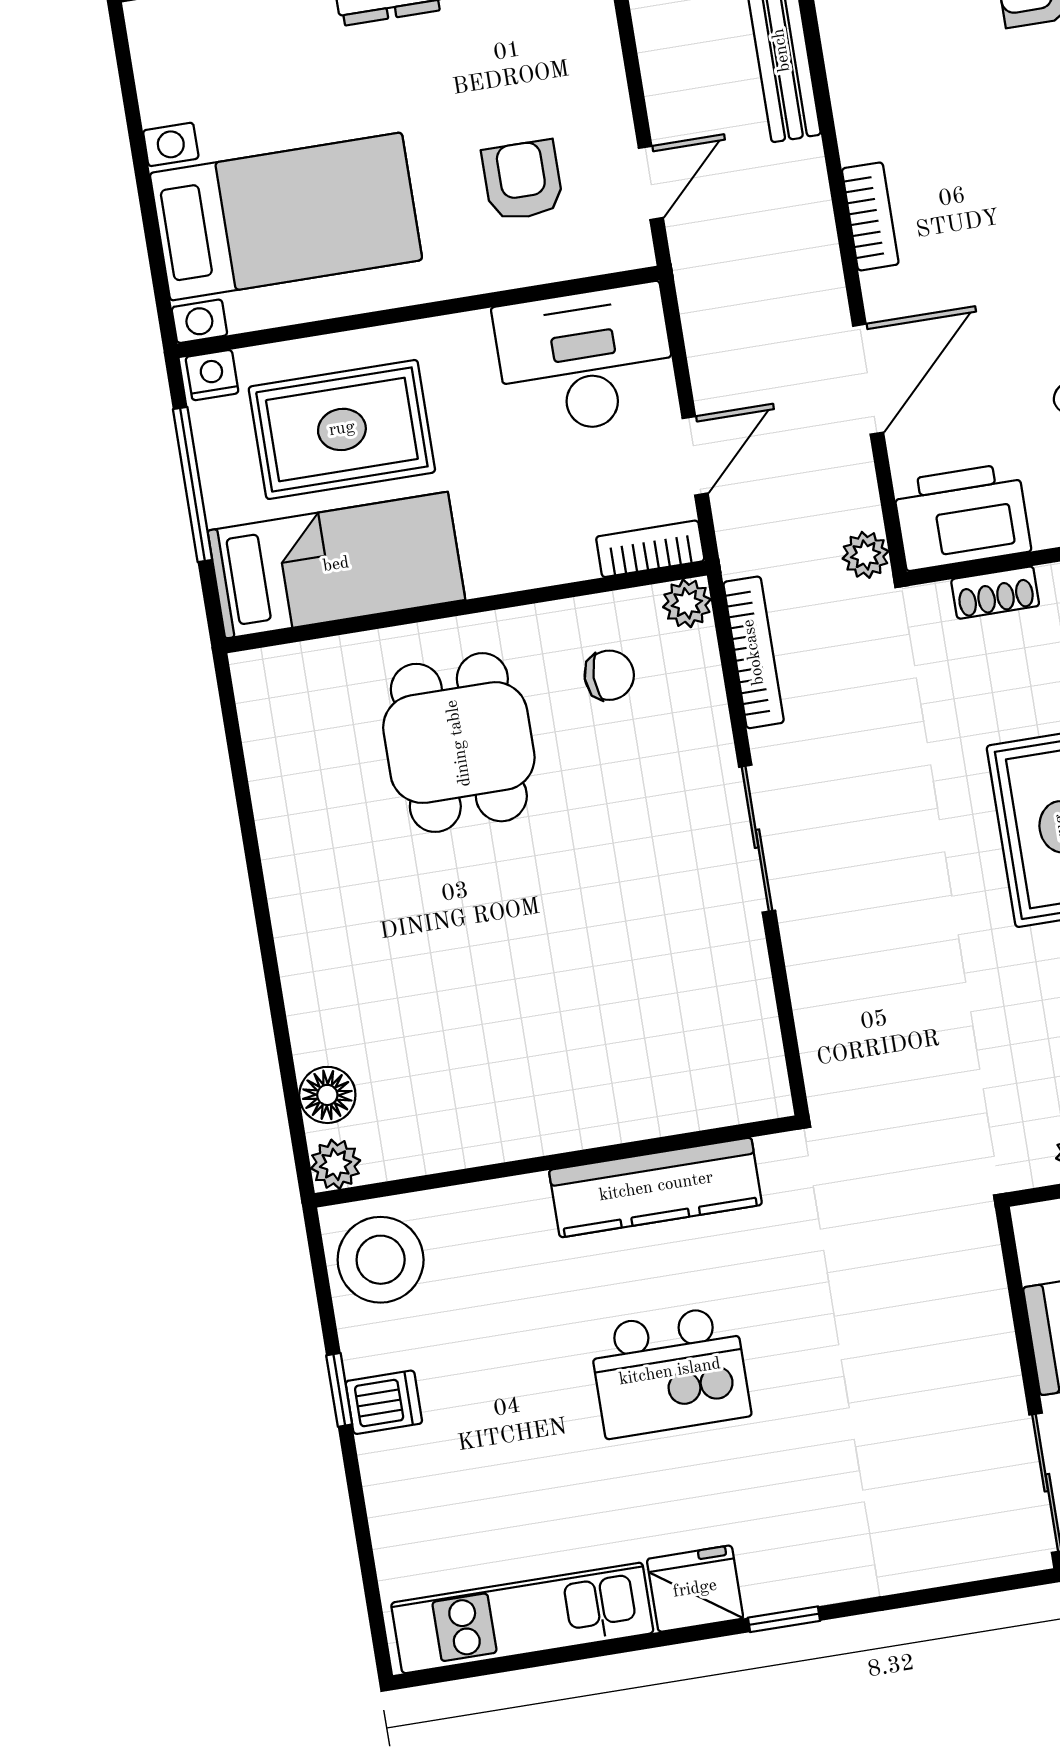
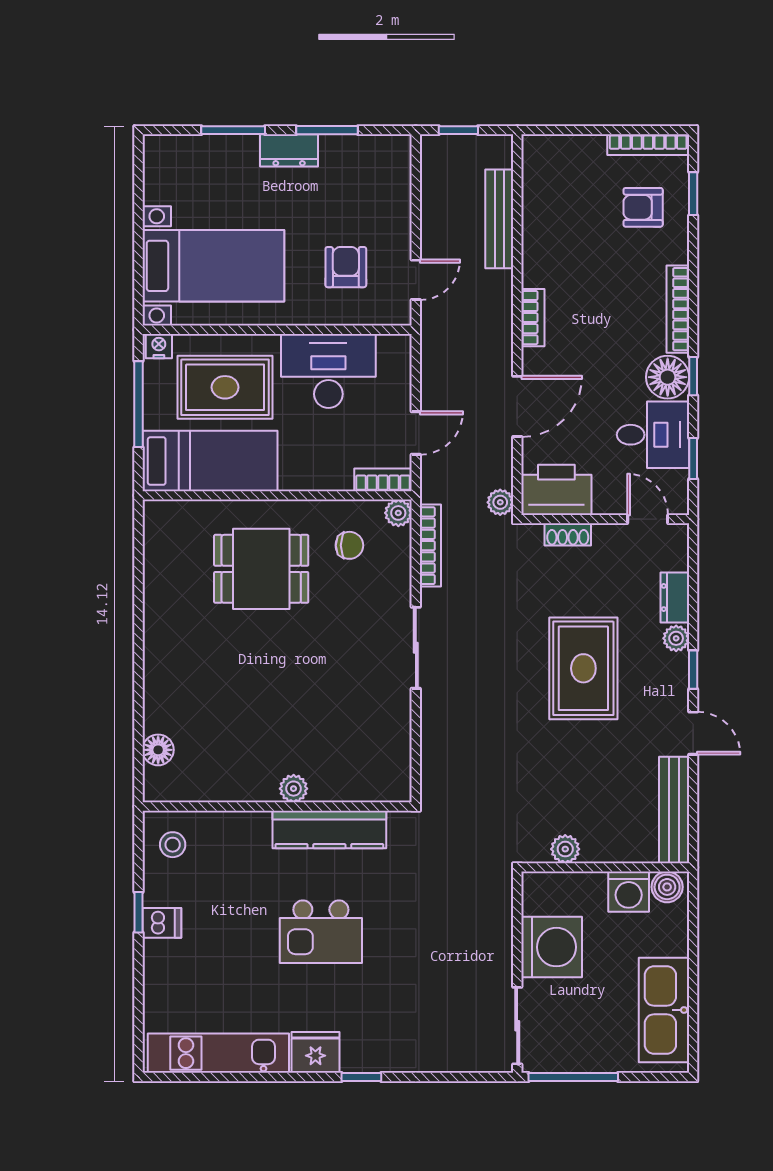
desk: (586, 360) -> (328, 371), moved
dining table: (459, 743) -> (261, 569), turned 90
plant: (336, 1164) -> (294, 789), moved
stool: (381, 1260) -> (173, 845), width x0.53, depth x0.53

